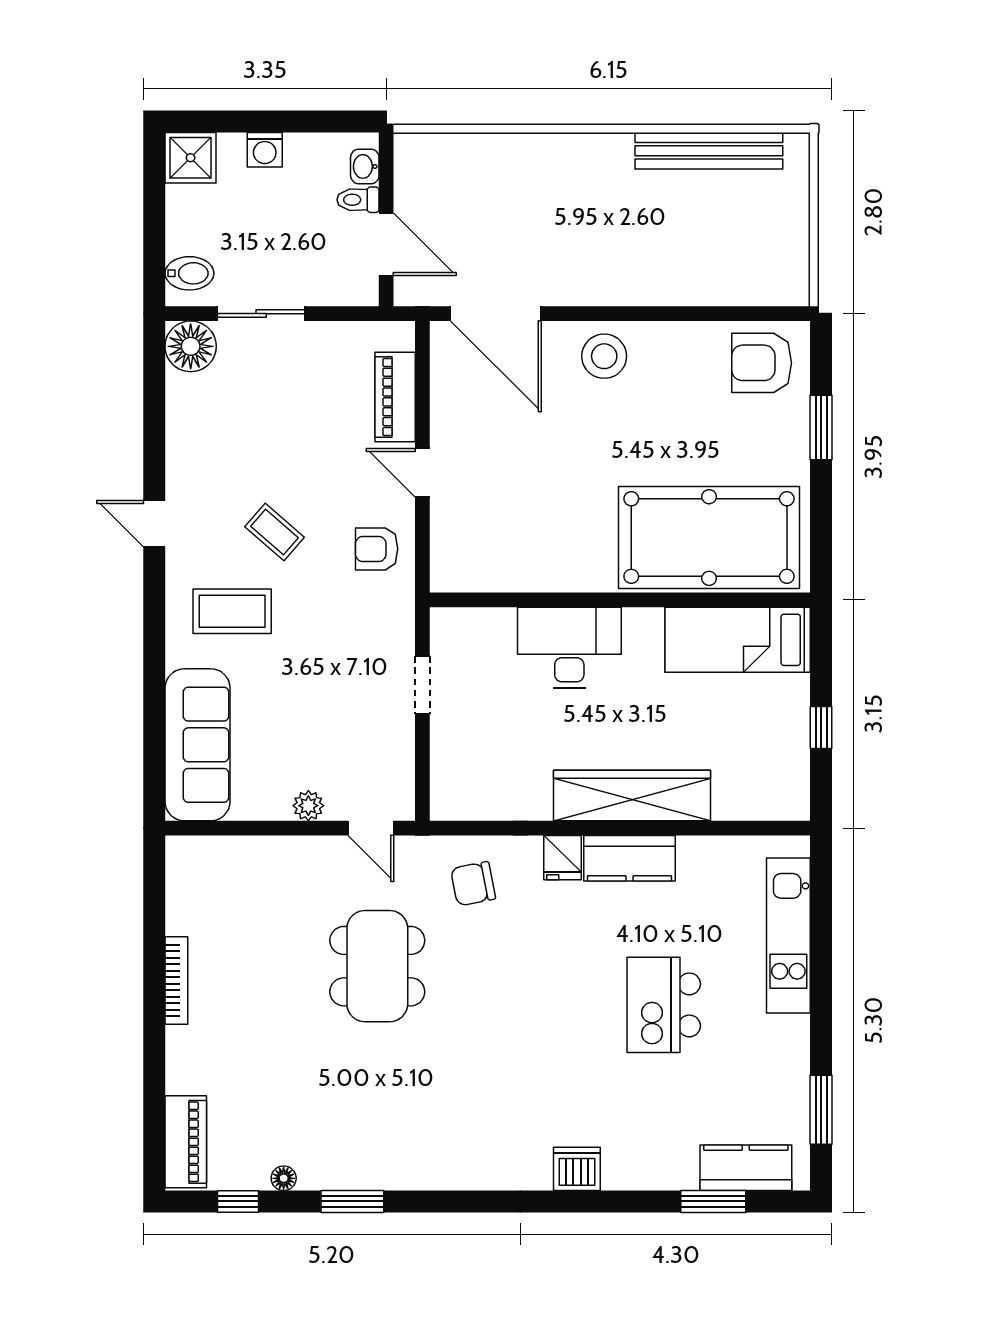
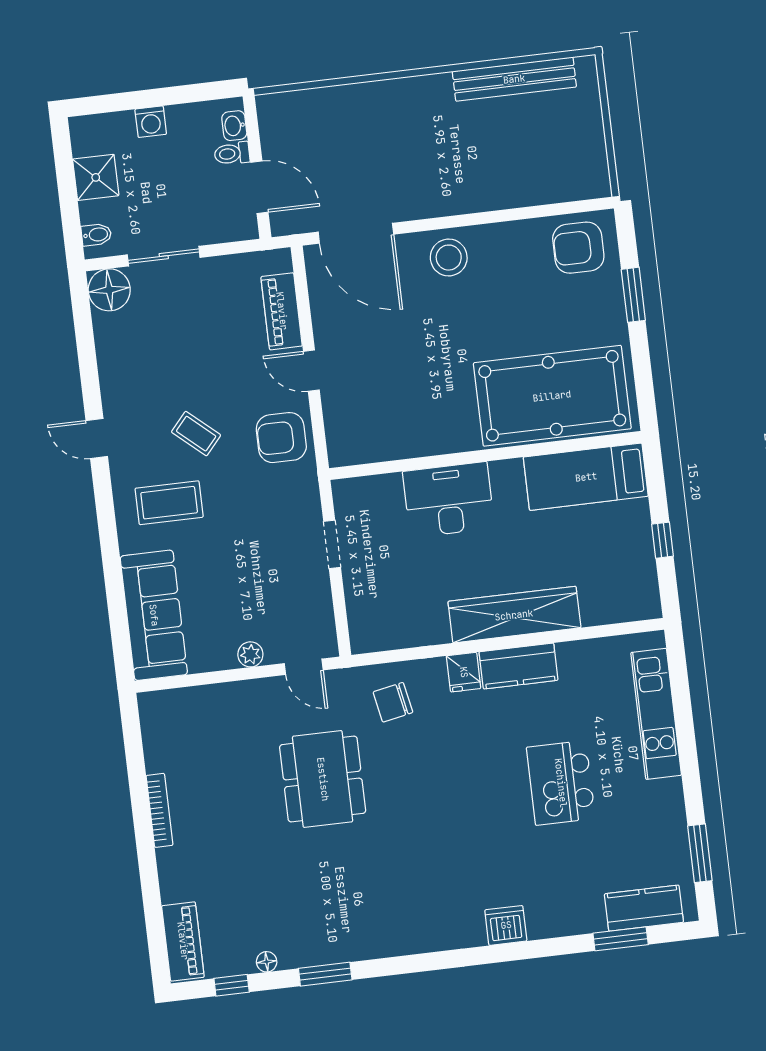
shower: (191, 158) -> (96, 177), moved
bidet: (189, 273) -> (96, 235), width x0.72, depth x0.74
armchair: (377, 549) -> (281, 438), width x1.38, depth x1.38

